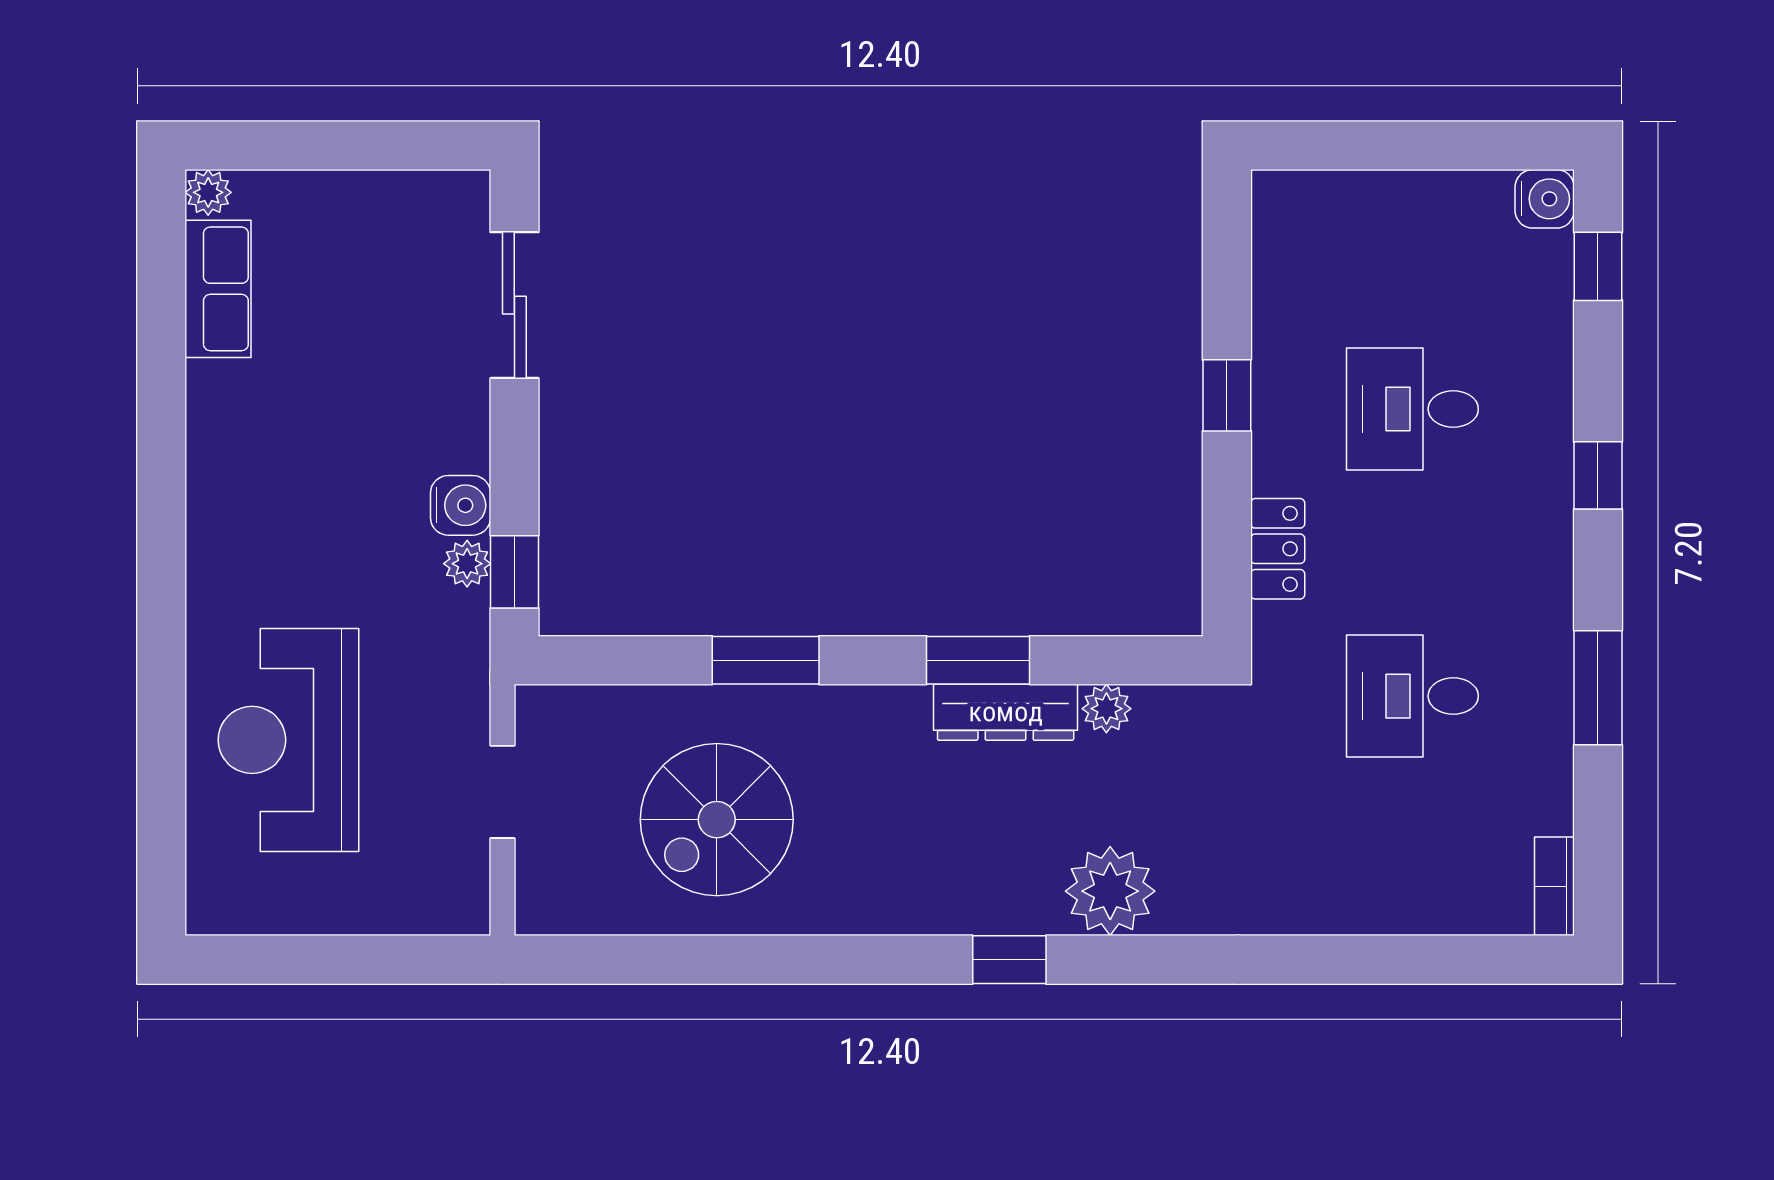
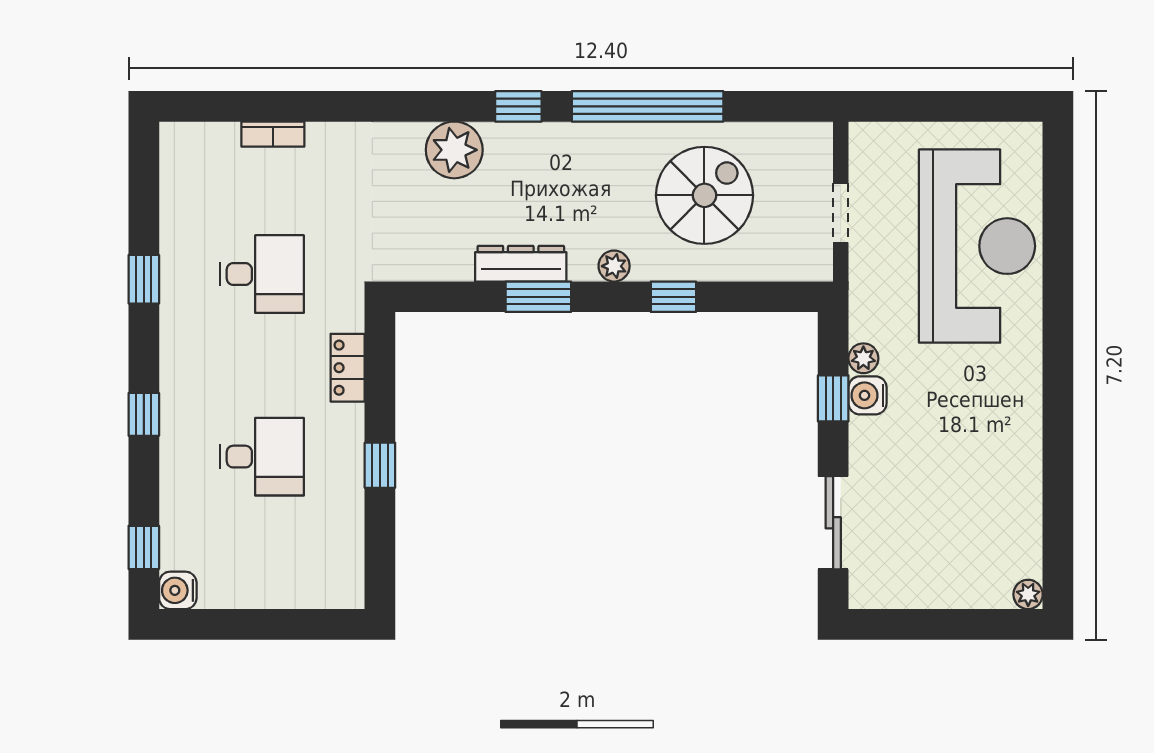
row of seats: (218, 289) -> (1022, 533), removed
window: (514, 572) -> (833, 398), moved
window: (766, 660) -> (673, 297), width x0.67
window: (1598, 688) -> (144, 279), width x0.67
plant: (1106, 709) -> (614, 266), moved
reception desk: (288, 740) -> (977, 246), width x1.36, depth x1.30
bookcase: (1554, 886) -> (273, 134), moved, turned 90
window: (806, 960) -> (648, 106), added

